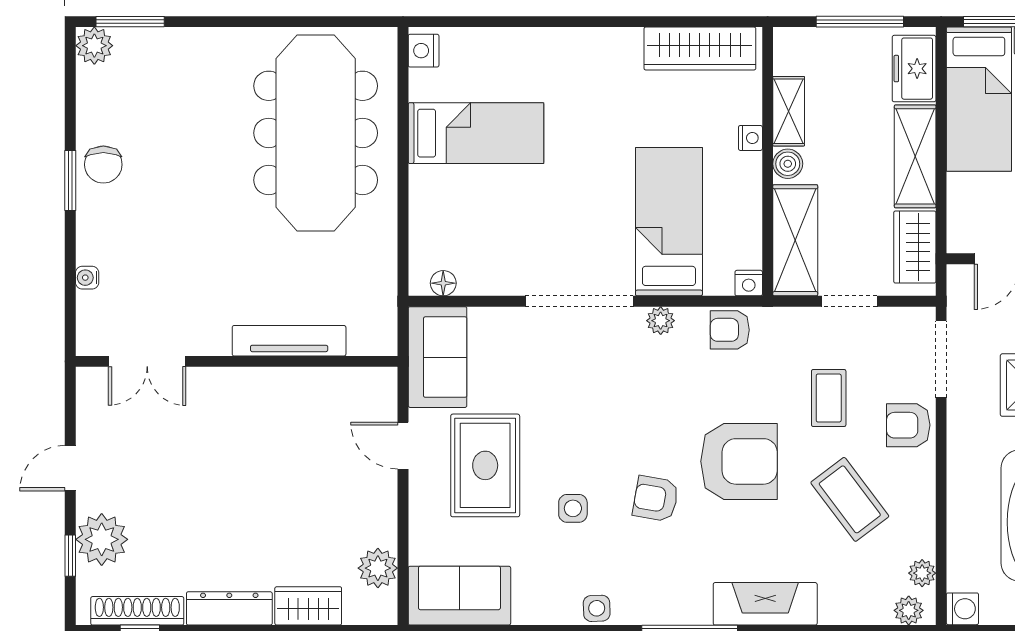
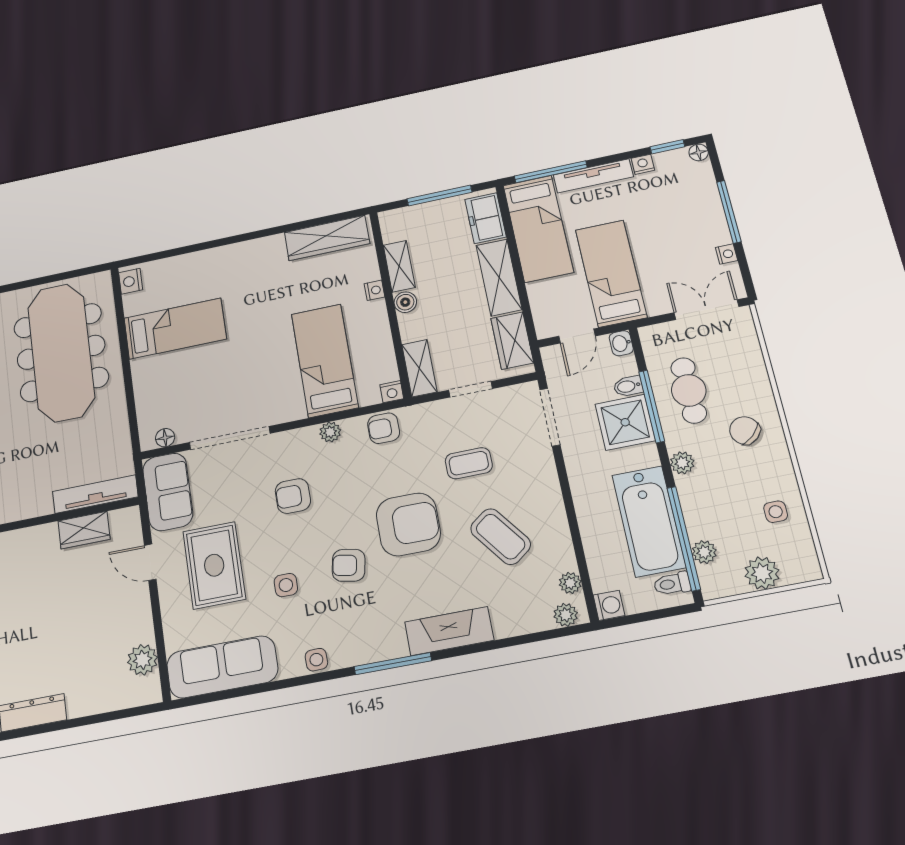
shelving: (795, 240) -> (419, 368), width x0.67, depth x0.75
doorway: (579, 301) -> (230, 438), moved
tv unit: (289, 341) -> (95, 494), moved
coffee table: (829, 398) -> (469, 463), turned 90
armchair: (908, 425) -> (293, 496), moved
sofa: (459, 596) -> (222, 667), width x1.36
wardrobe: (308, 606) -> (84, 530), moved, turned 180

